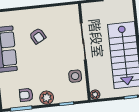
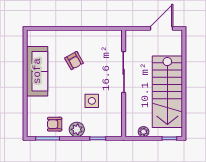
side table: (75, 76) -> (92, 101), moved
plant: (95, 95) -> (144, 132), moved

